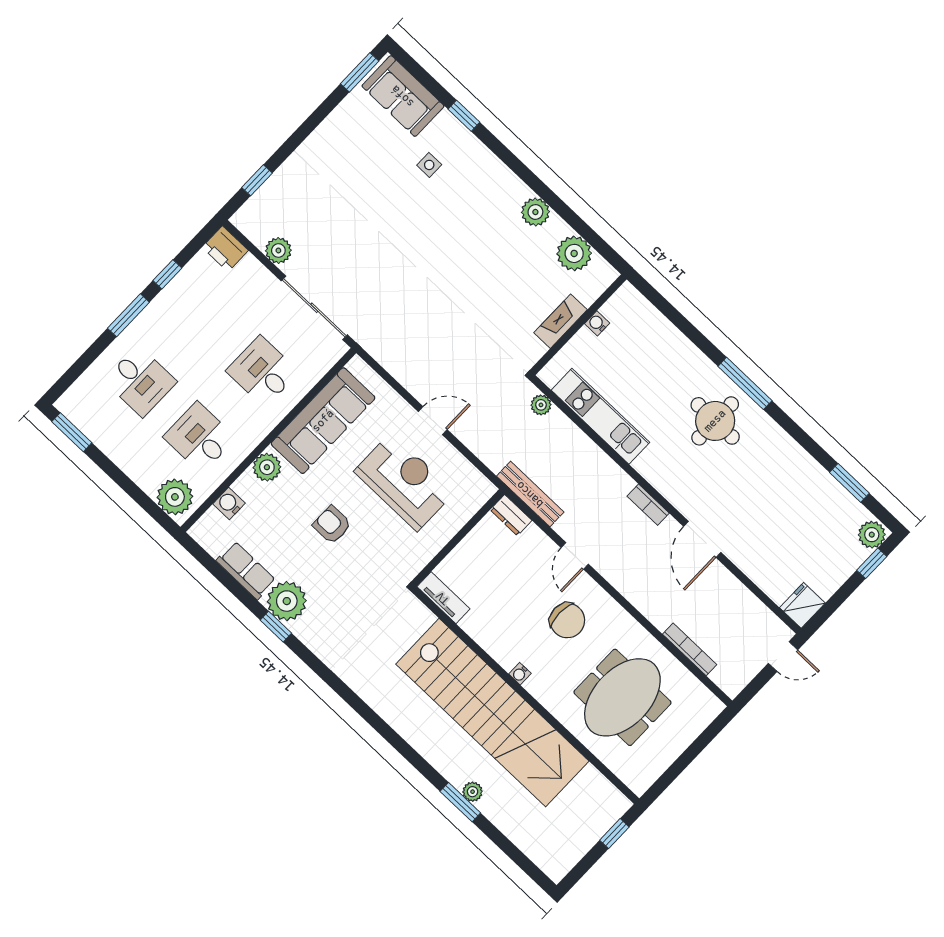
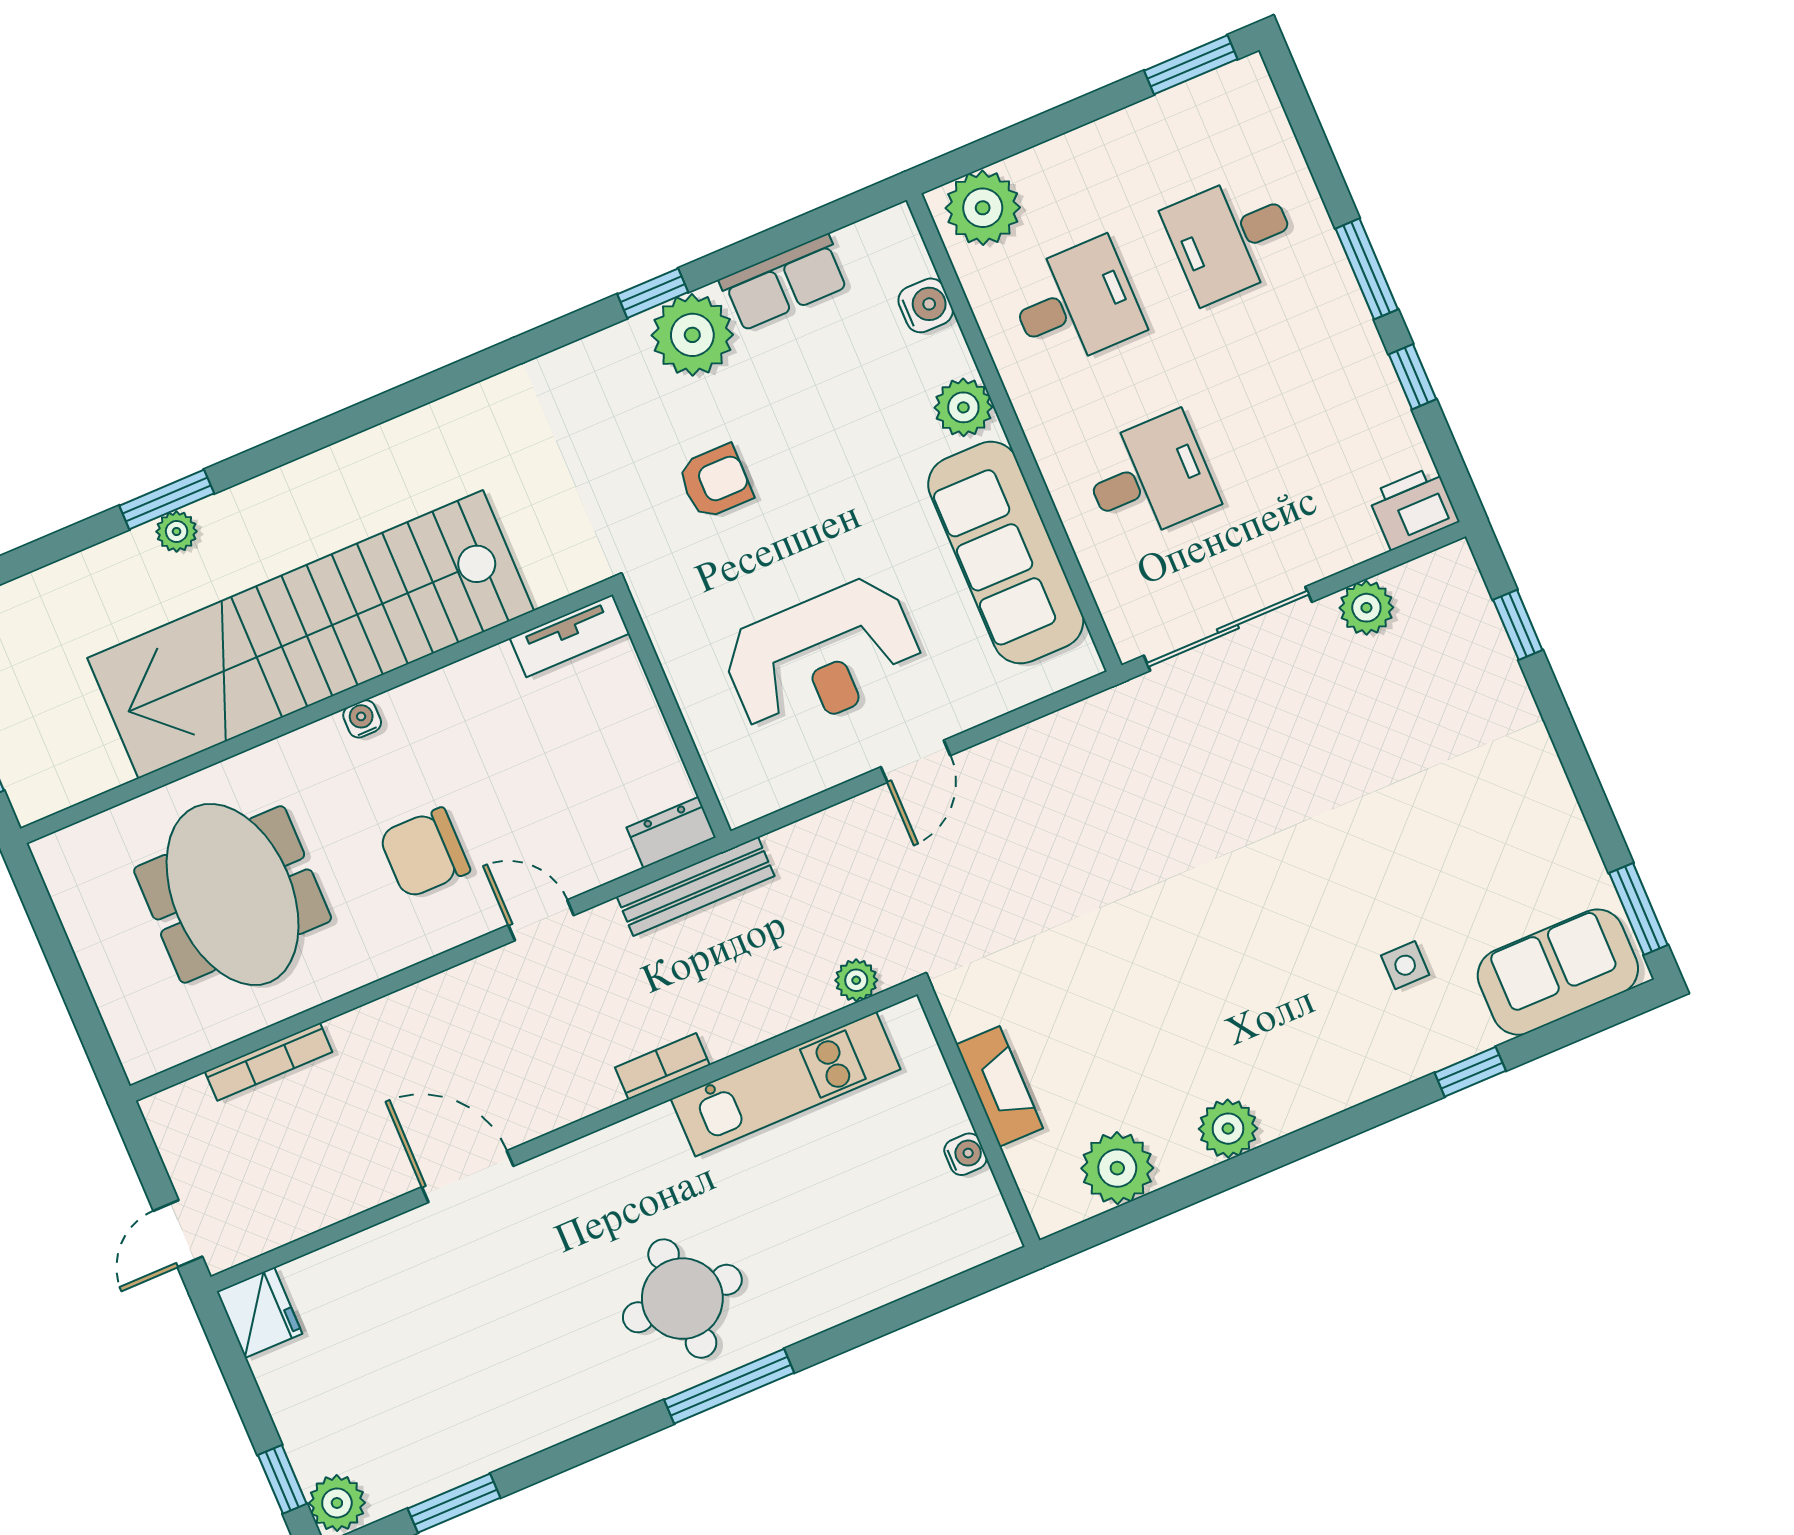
bookcase: (648, 505) -> (662, 1066), moved
armchair: (332, 525) -> (715, 482), moved

